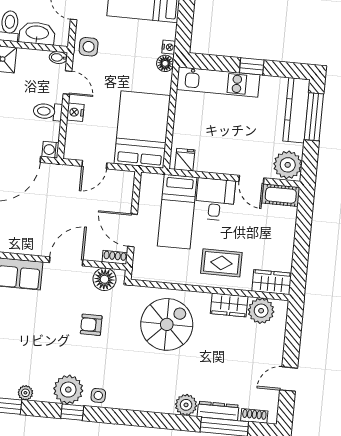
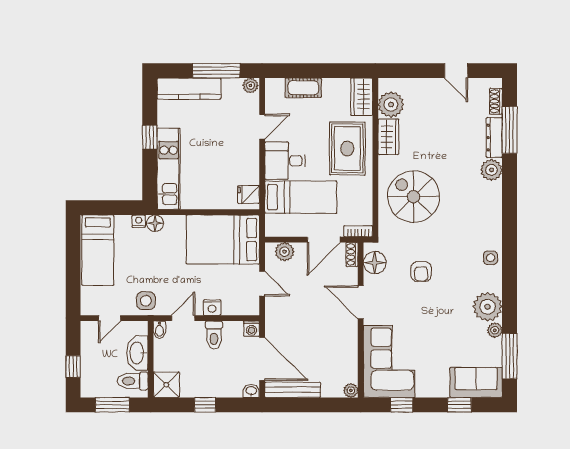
window: (314, 117) -> (216, 71), moved
plant: (288, 165) -> (251, 86), width x0.53, depth x0.53
plant: (124, 190) -> (284, 252), added
cot: (281, 195) -> (303, 88), moved, turned 90
rug: (221, 263) -> (347, 148), width x1.36, depth x1.43
bookcase: (138, 266) -> (358, 231), added
plant: (68, 390) -> (488, 307), moved
window: (72, 412) -> (510, 282), removed

